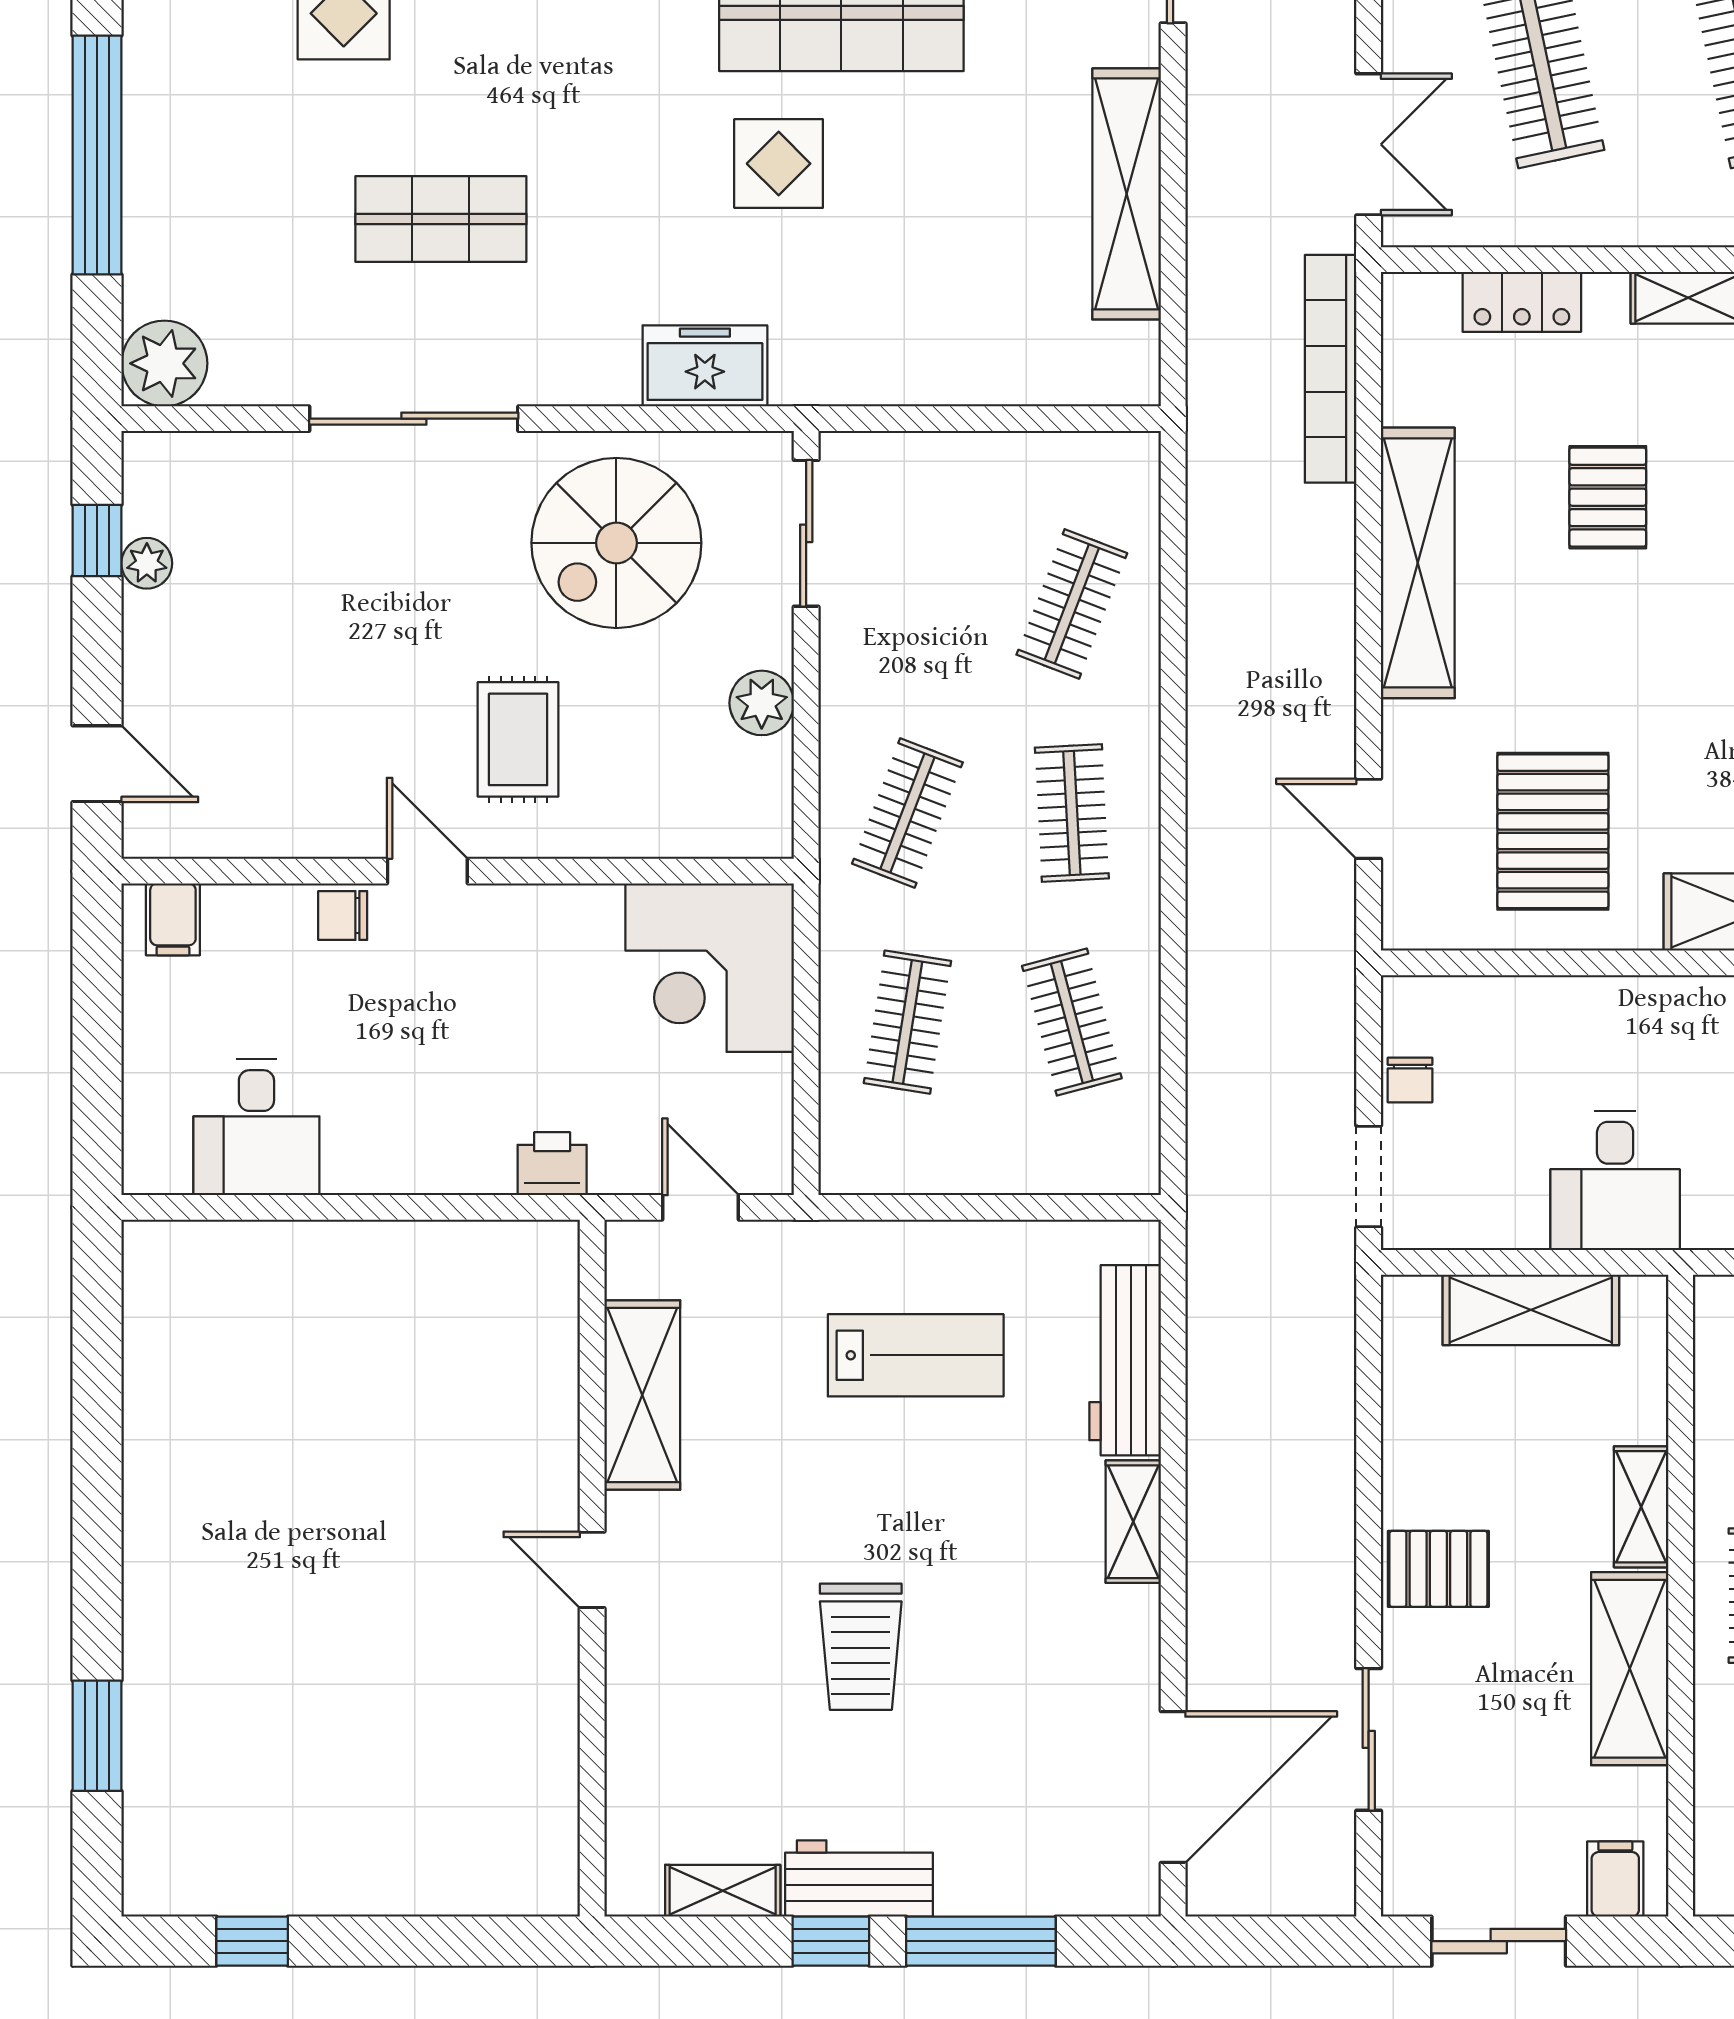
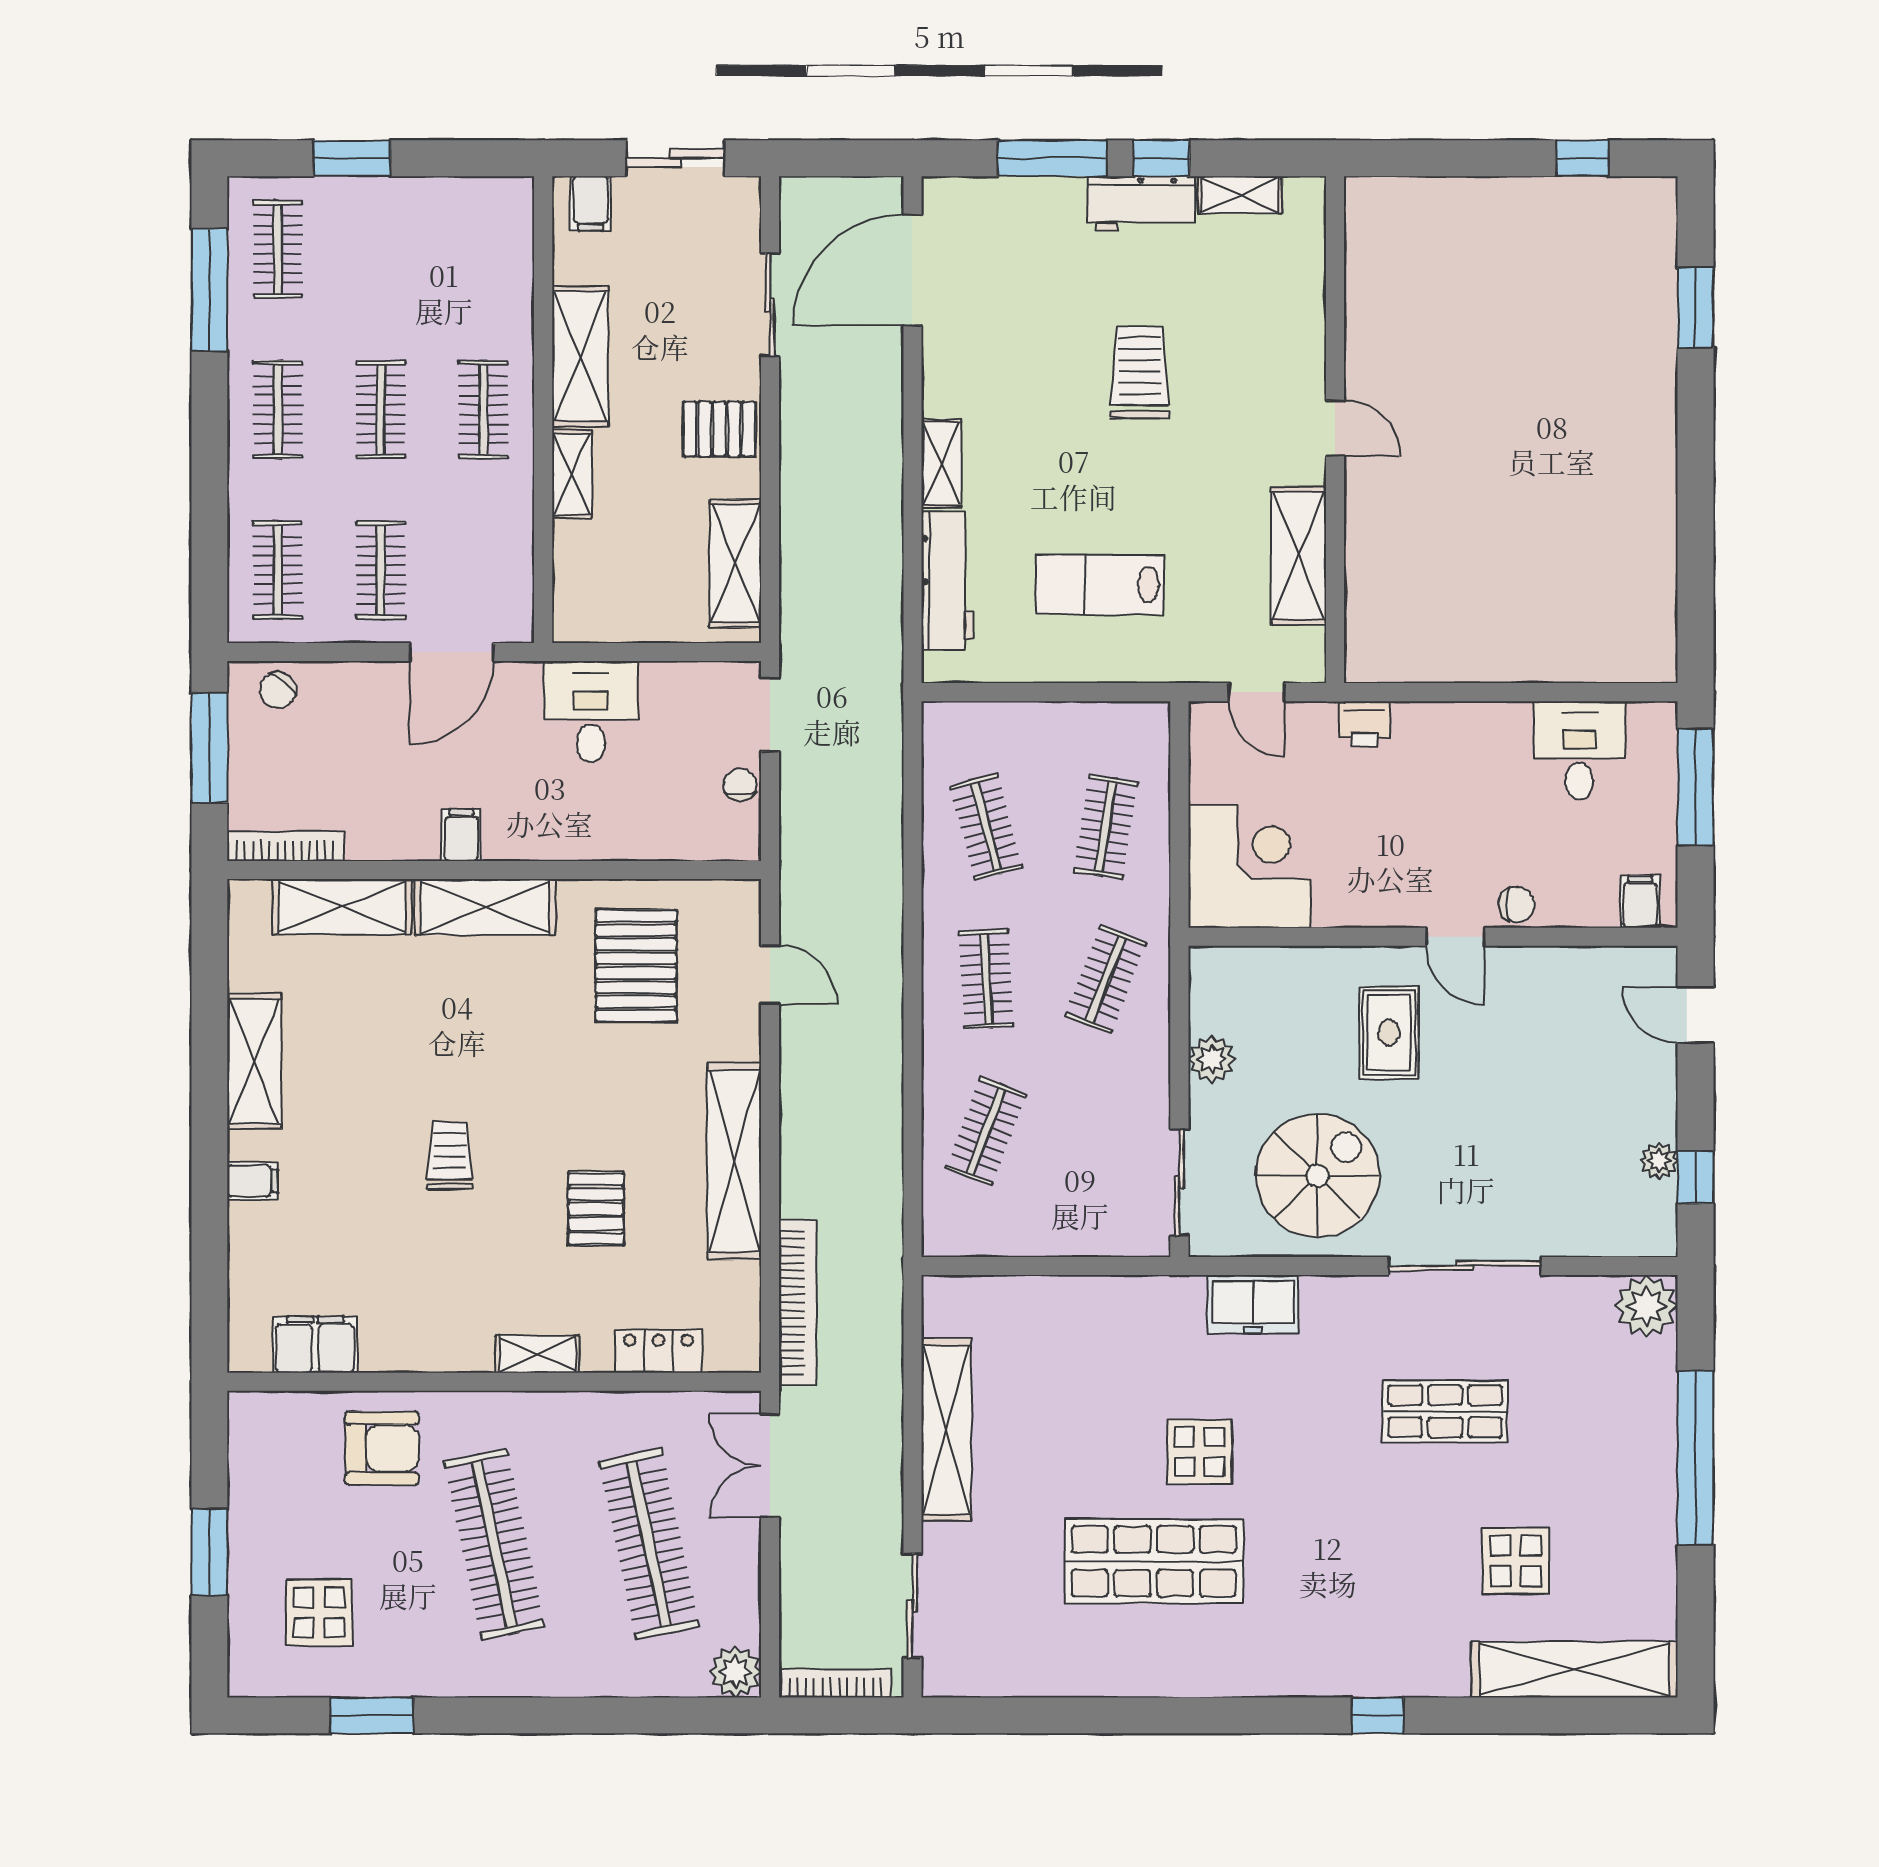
window: (97, 1076) -> (1695, 787), added
shelving: (1531, 1310) -> (735, 563), moved, turned 90

